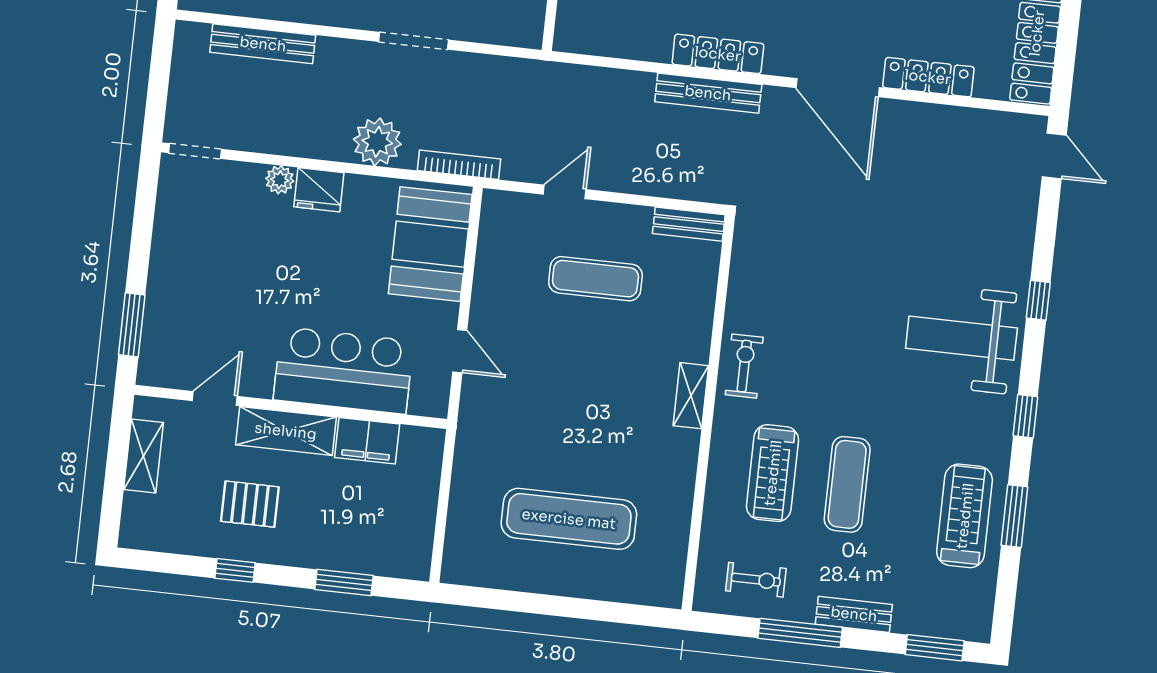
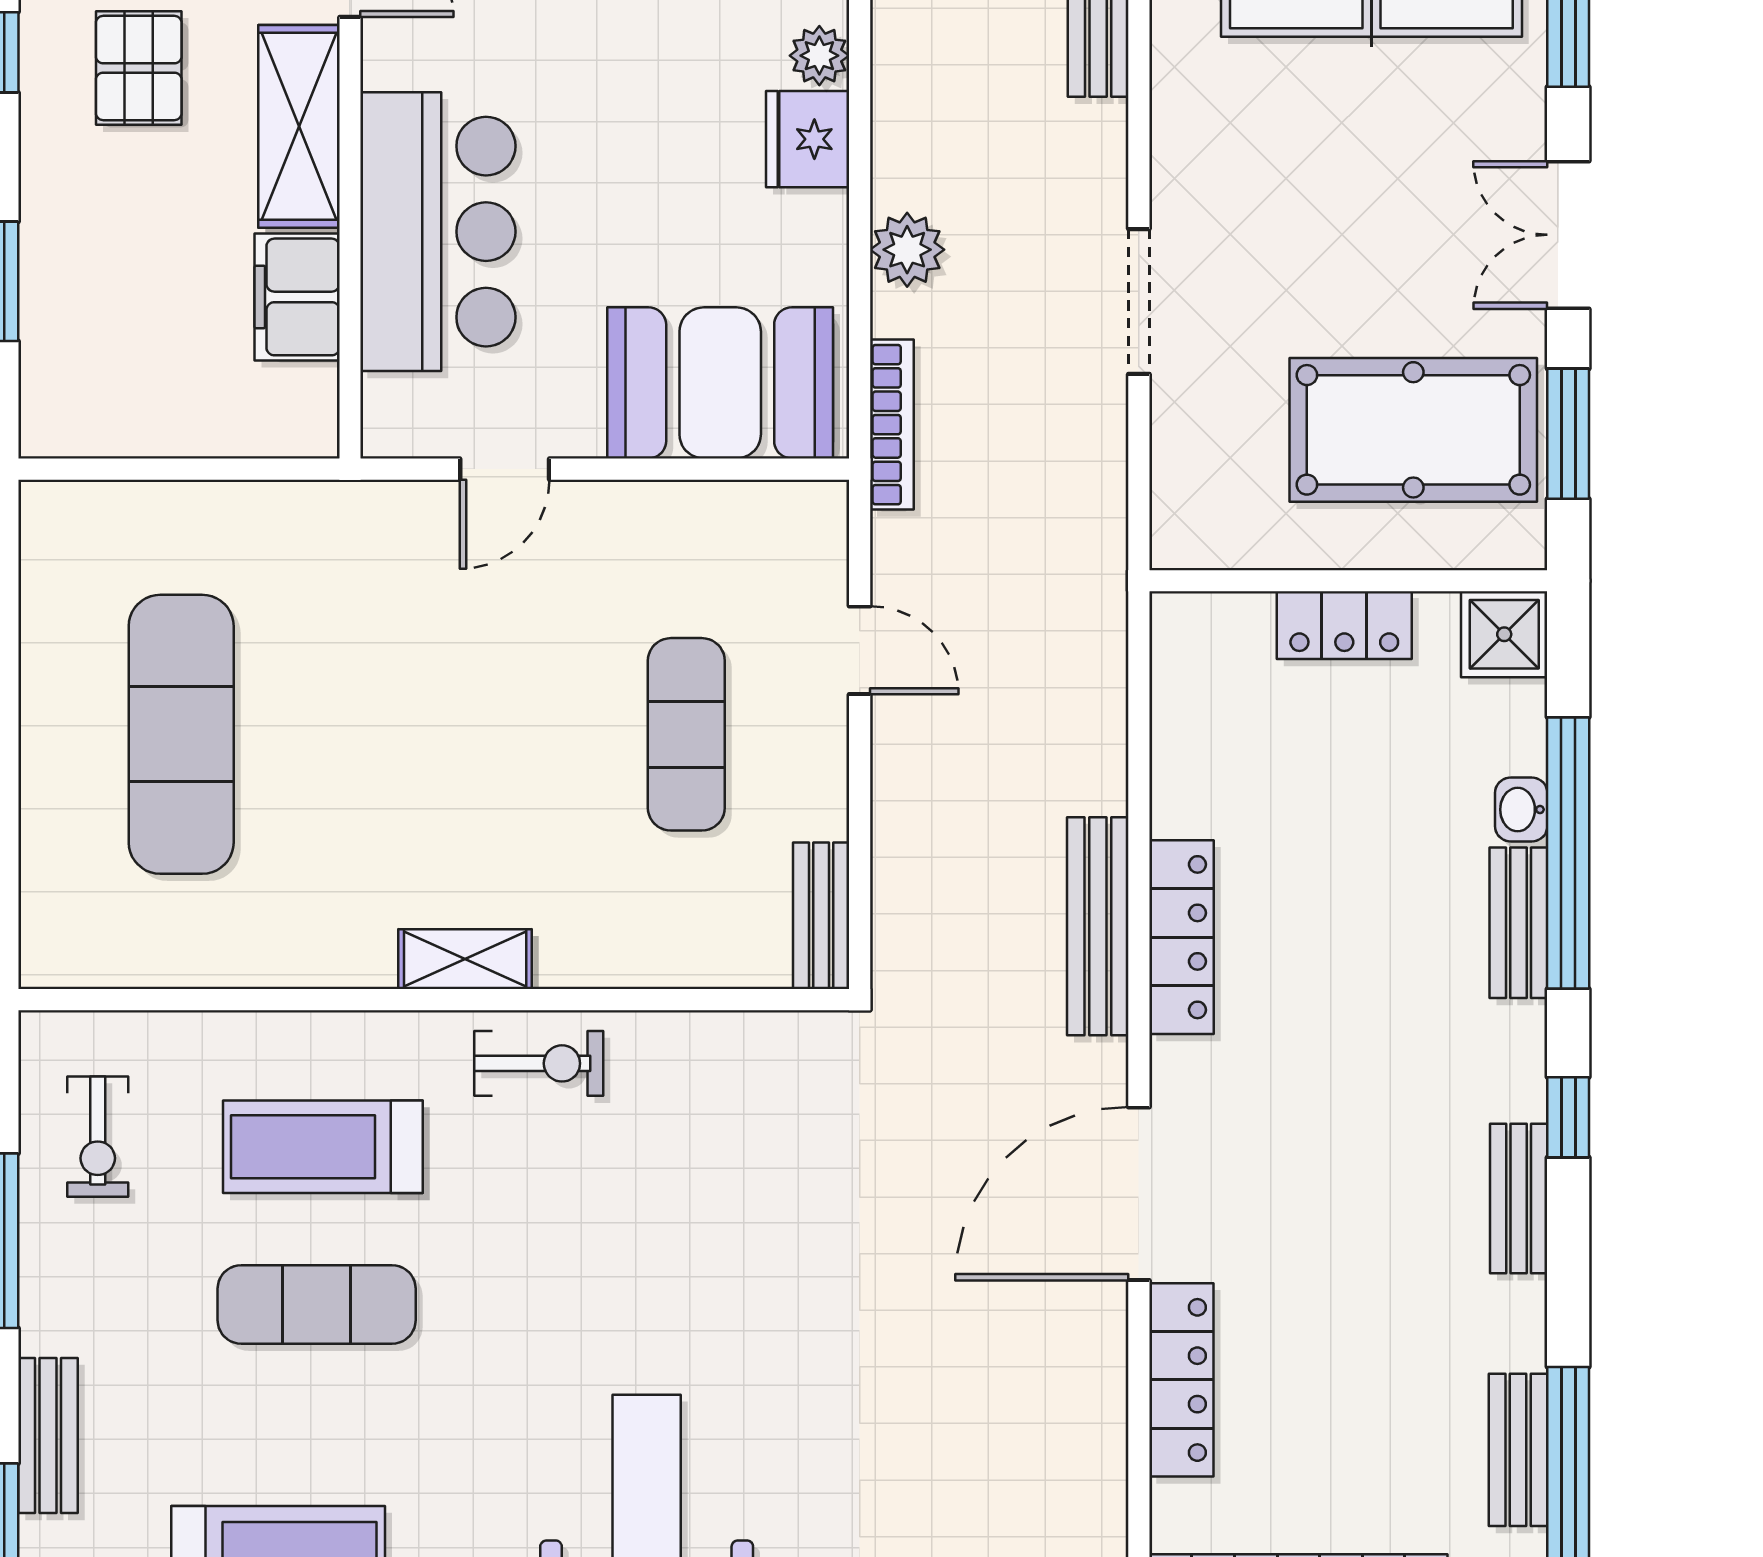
plant: (377, 142) -> (907, 250), width x0.73, depth x0.73
bench: (854, 614) -> (48, 1435), moved

